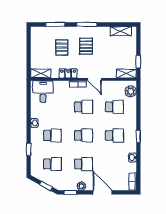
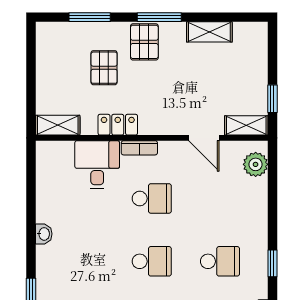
shelving: (121, 31) -> (209, 32), moved
pallet: (86, 46) -> (144, 42), moved
door: (95, 79) -> (204, 138), moved
desk: (43, 92) -> (97, 165), moved
school desk: (114, 107) -> (220, 198), removed
school desk: (52, 135) -> (83, 261), removed

